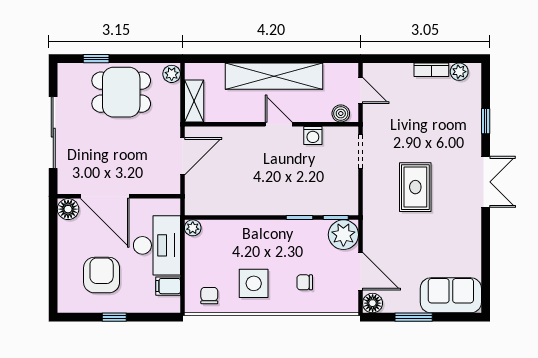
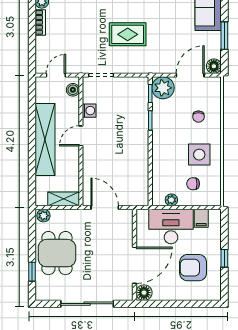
plant: (193, 228) -> (171, 200), moved
chair: (209, 296) -> (193, 184), moved

